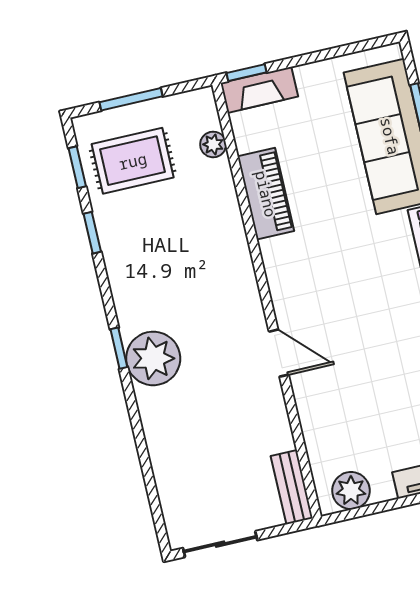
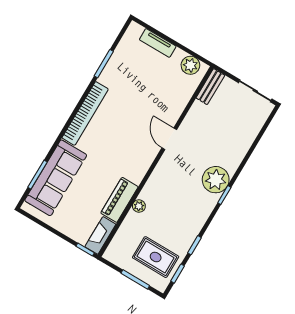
fireplace: (259, 90) -> (100, 235), moved, turned -90
plant: (213, 144) -> (139, 206), moved

